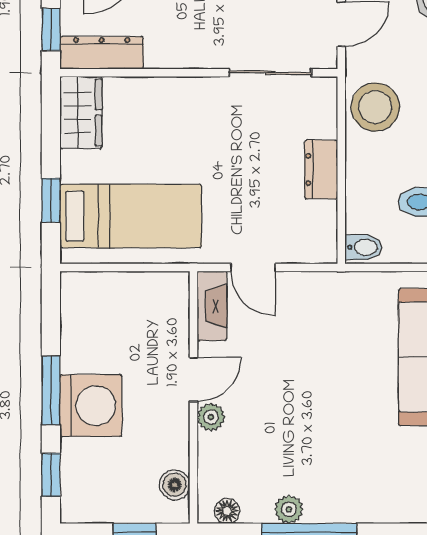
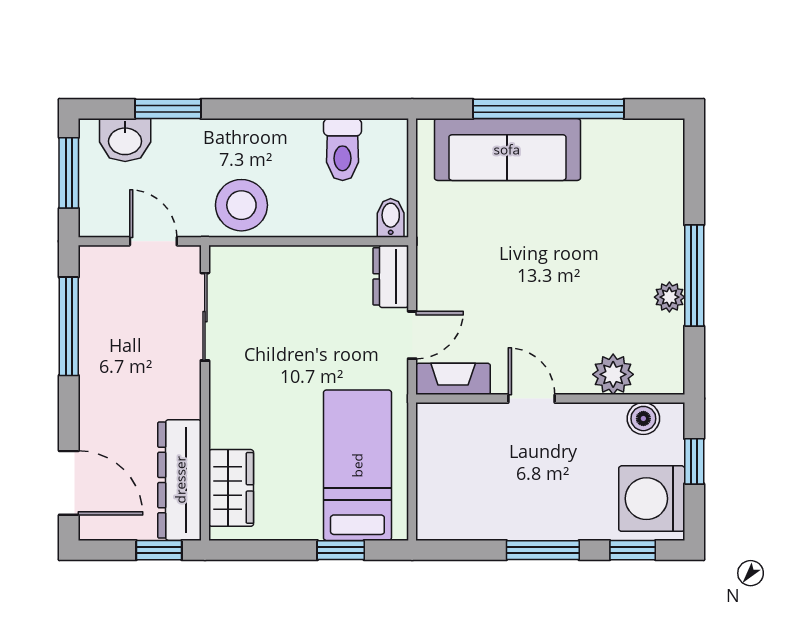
dresser: (102, 53) -> (180, 480), width x1.37, depth x1.24
wardrobe: (81, 113) -> (231, 488), moved, turned 90
dresser: (321, 169) -> (391, 276), moved, turned 90
washing machine: (91, 405) -> (652, 499), moved, turned -90
plant: (211, 417) -> (613, 374), moved, width x1.38, depth x1.38
floor lamp: (227, 511) -> (671, 363), removed

